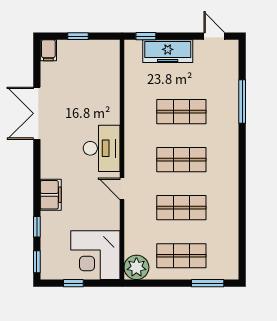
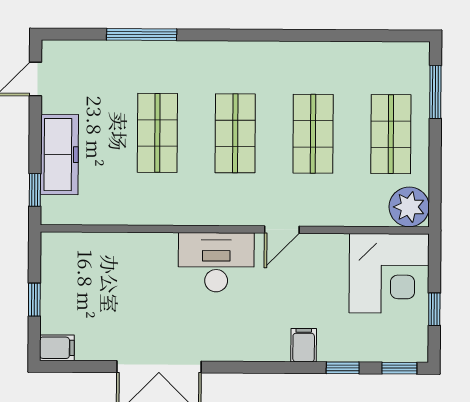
filing cabinet: (51, 195) -> (304, 345), width x0.50

